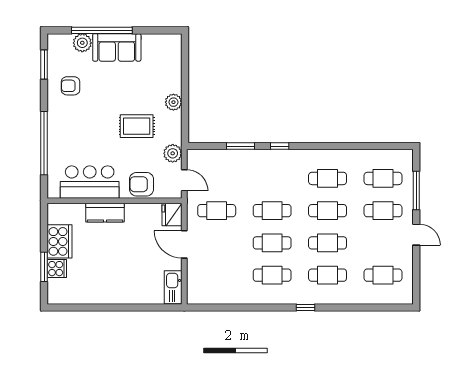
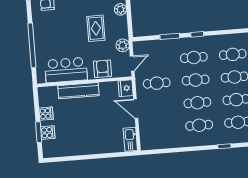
rug: (137, 126) -> (96, 28), turned 90
cafe table: (272, 178) -> (194, 57), added
door: (184, 180) -> (132, 64), hinge flipped
armchair: (142, 184) -> (103, 69), turned 90
kitchen counter: (105, 213) -> (78, 91), width x1.50
cooker: (60, 241) -> (46, 114), width x0.53, depth x0.76

